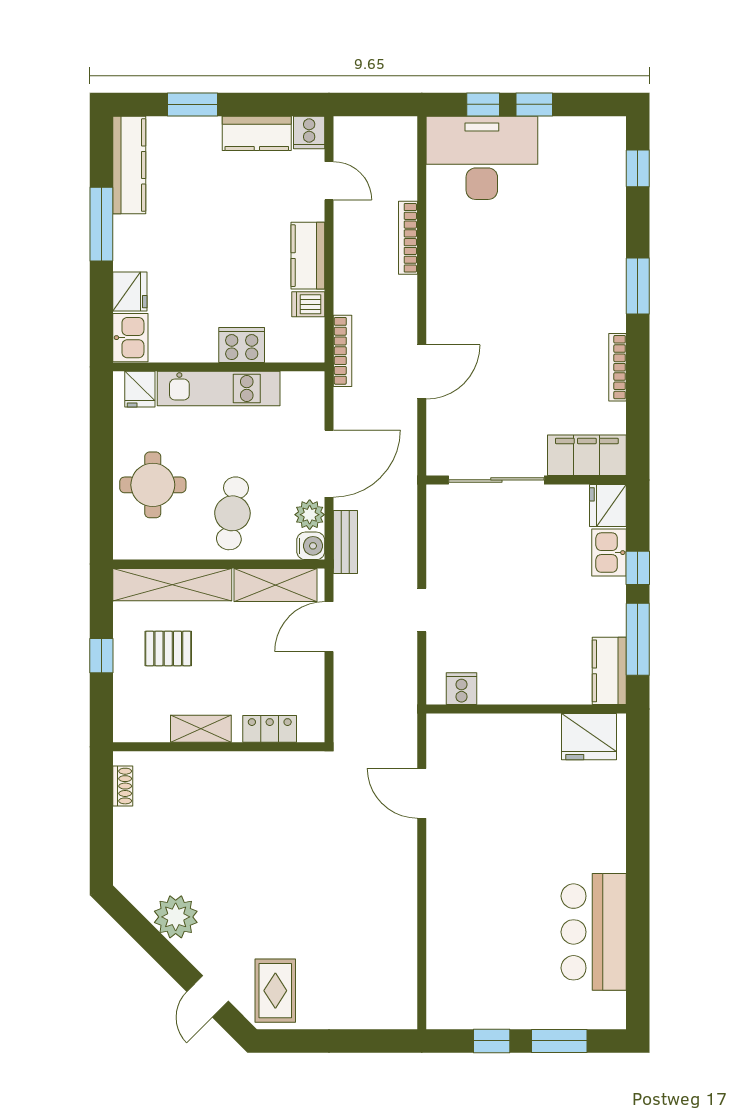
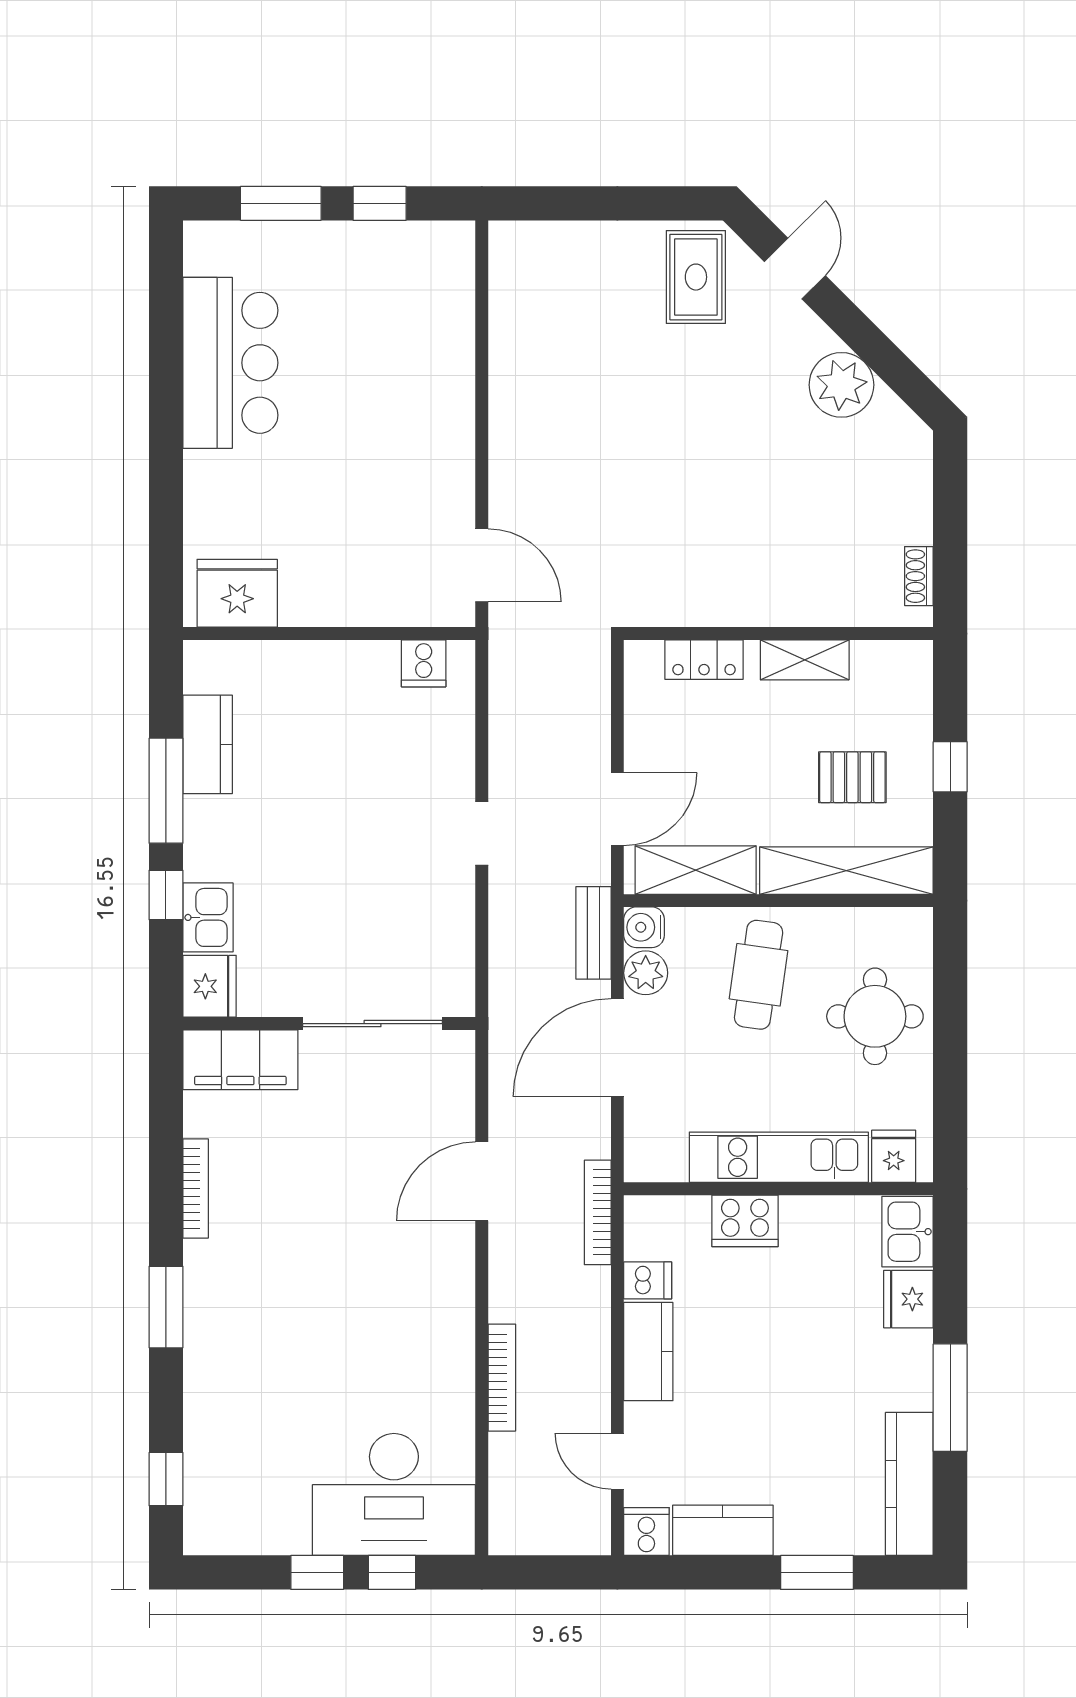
cooker: (461, 689) -> (424, 663), moved
wall: (526, 709) -> (329, 634), moved
fridge: (589, 737) -> (237, 593), moved

